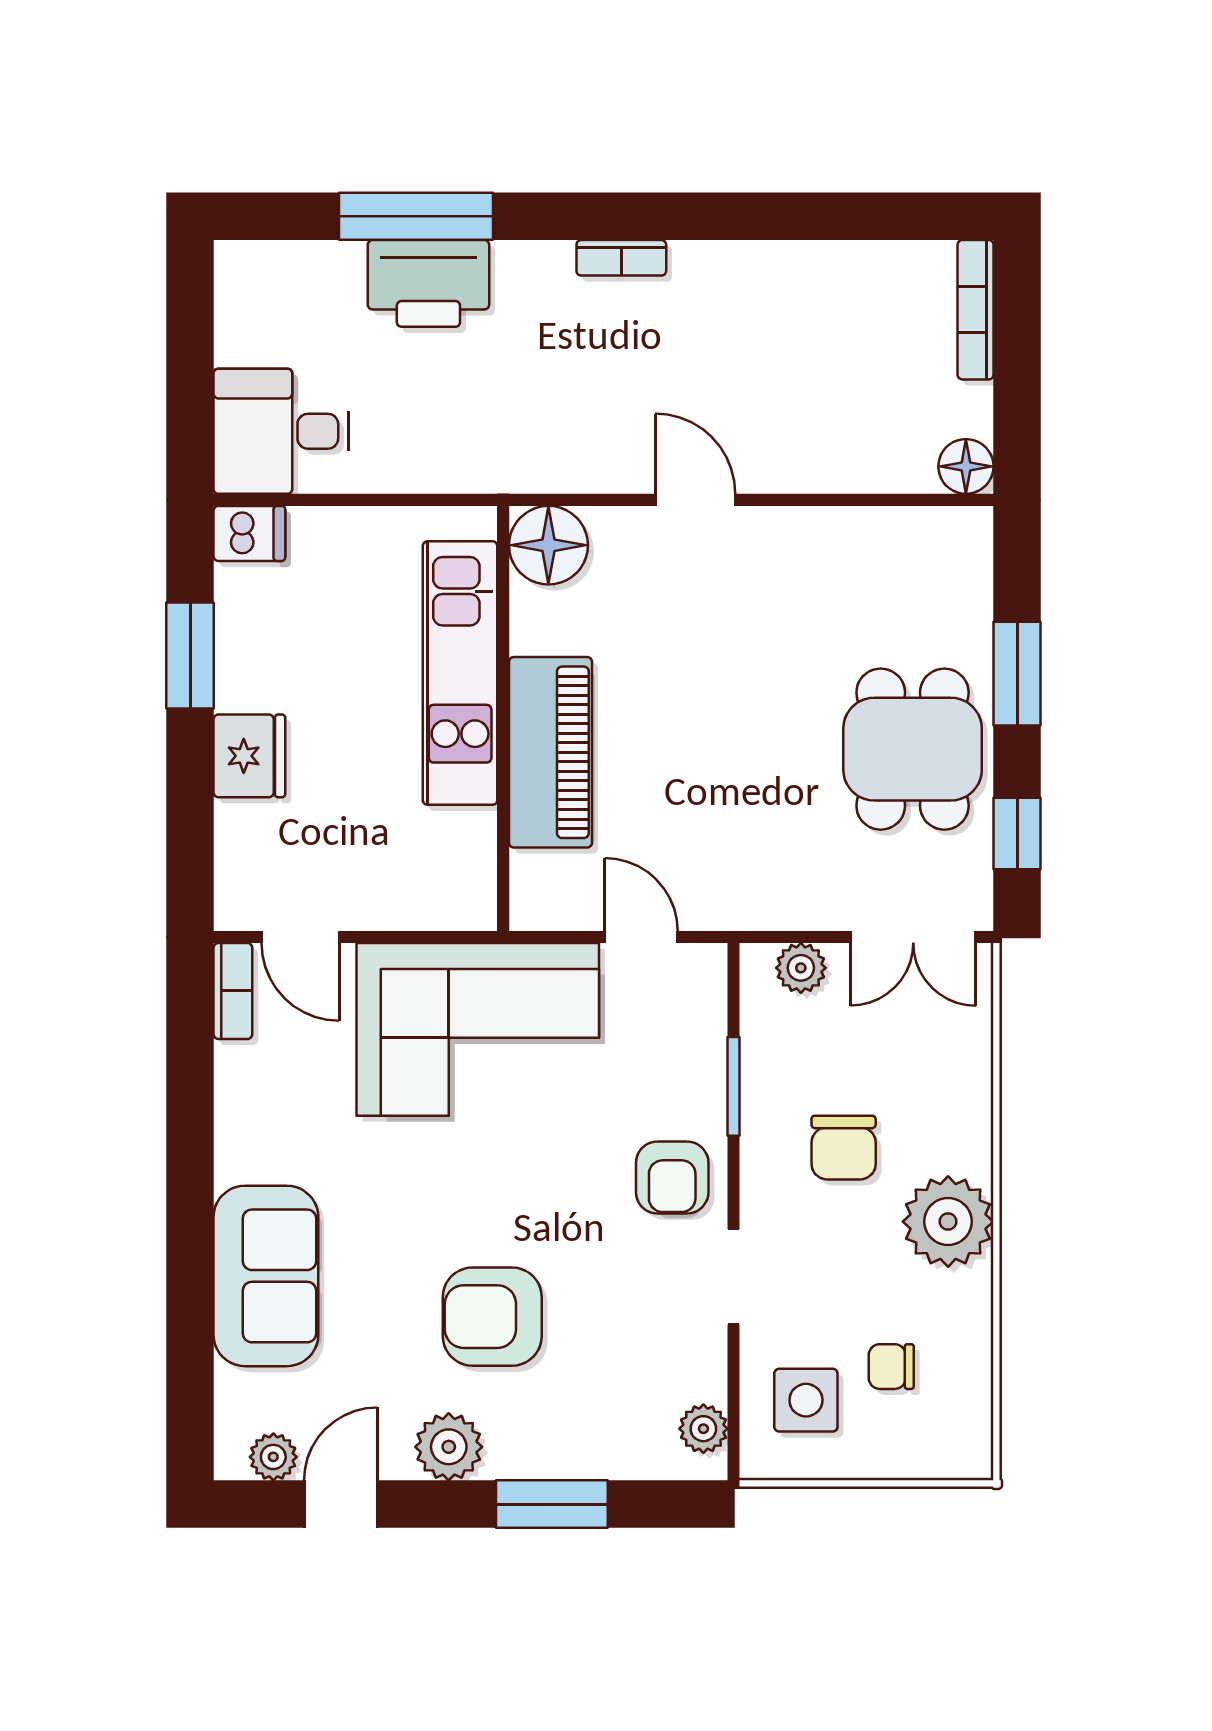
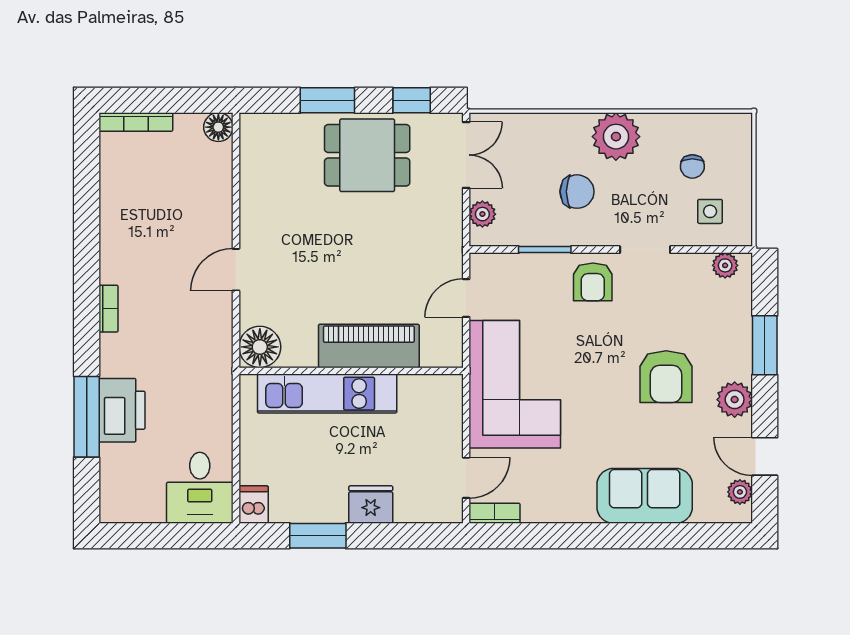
armchair: (672, 1178) -> (593, 282), turned 90
side table: (806, 1400) -> (710, 211), width x0.73, depth x0.73

